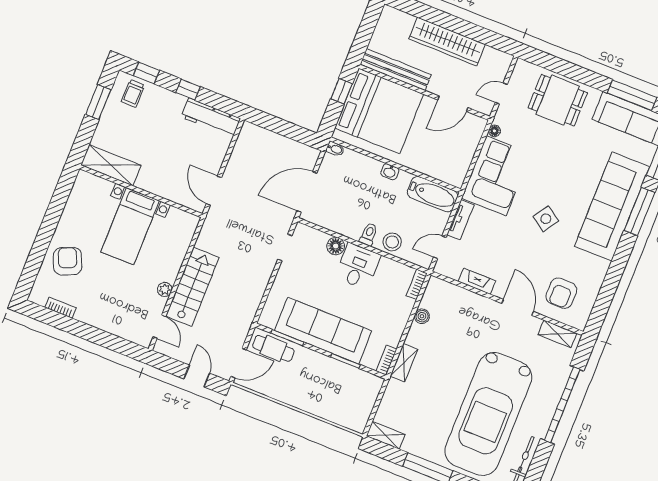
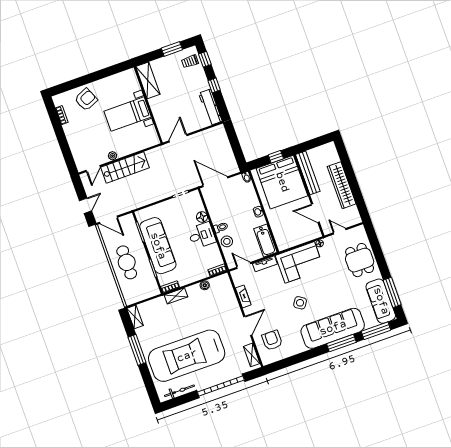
armchair: (561, 293) -> (272, 340), turned 90
cafe table: (273, 348) -> (127, 262), moved, width x1.37, depth x1.35

